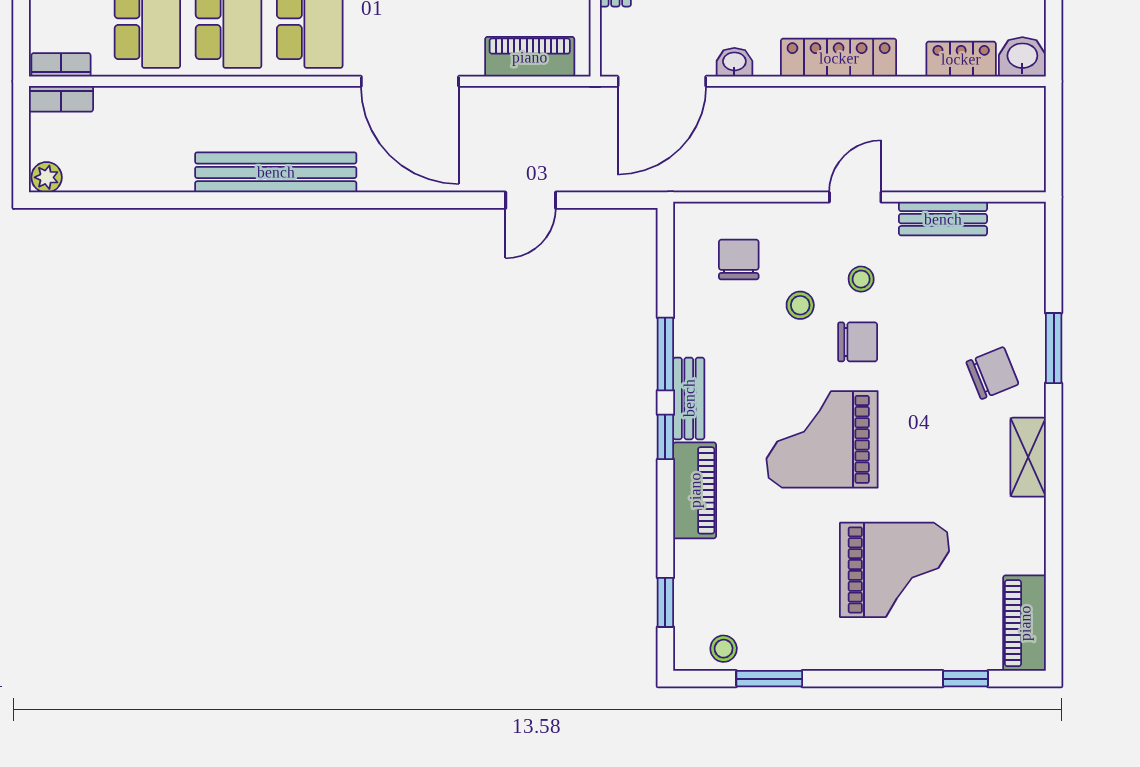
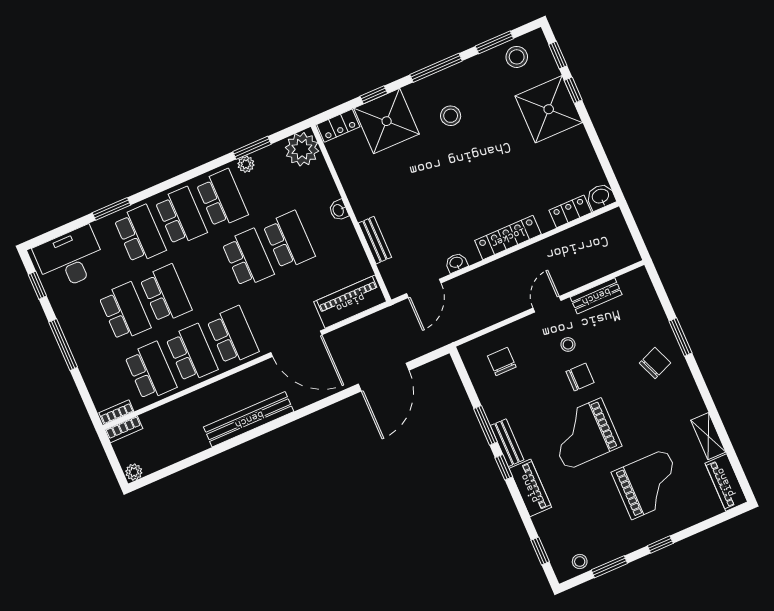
piano: (530, 57) -> (350, 302), width x1.37, depth x1.33
door: (662, 81) -> (424, 288), width x0.73
door: (531, 200) -> (384, 377), width x1.87
stool: (800, 305) -> (543, 371), removed
shelving: (1028, 457) -> (708, 436), moved
window: (965, 679) -> (660, 544), moved

